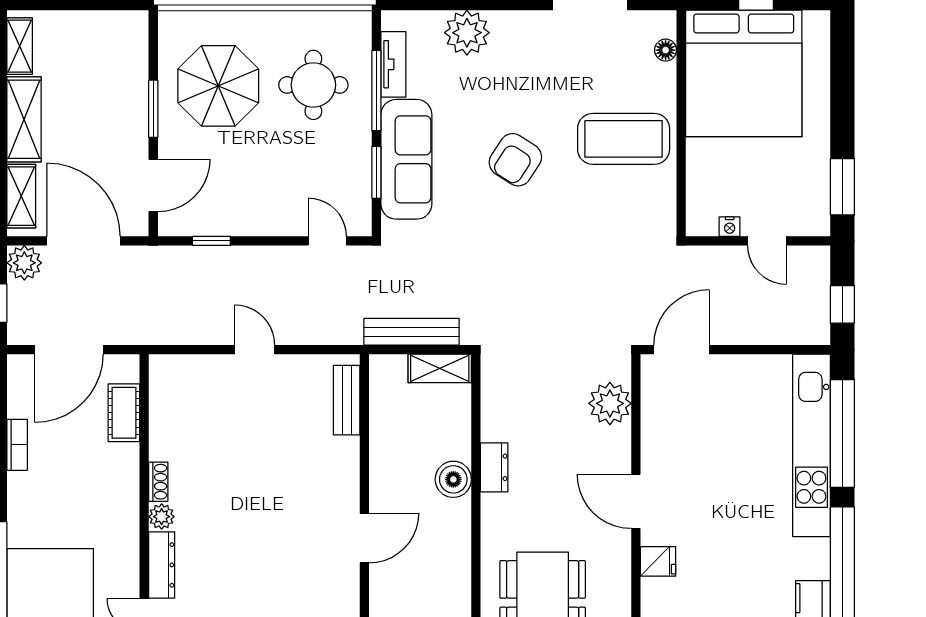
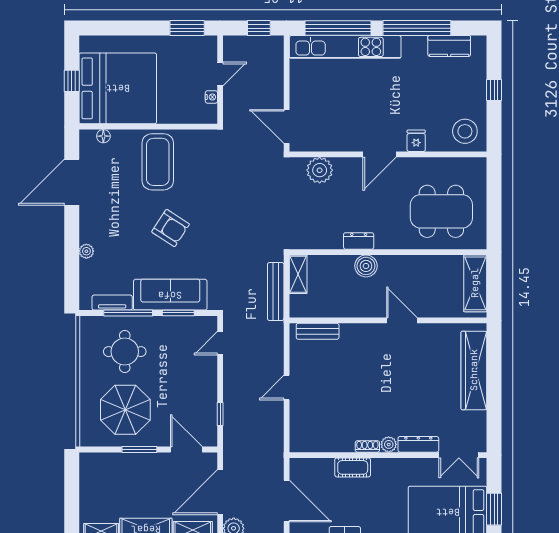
plant: (467, 33) -> (86, 251), width x0.53, depth x0.53
cot: (124, 413) -> (353, 467), moved

